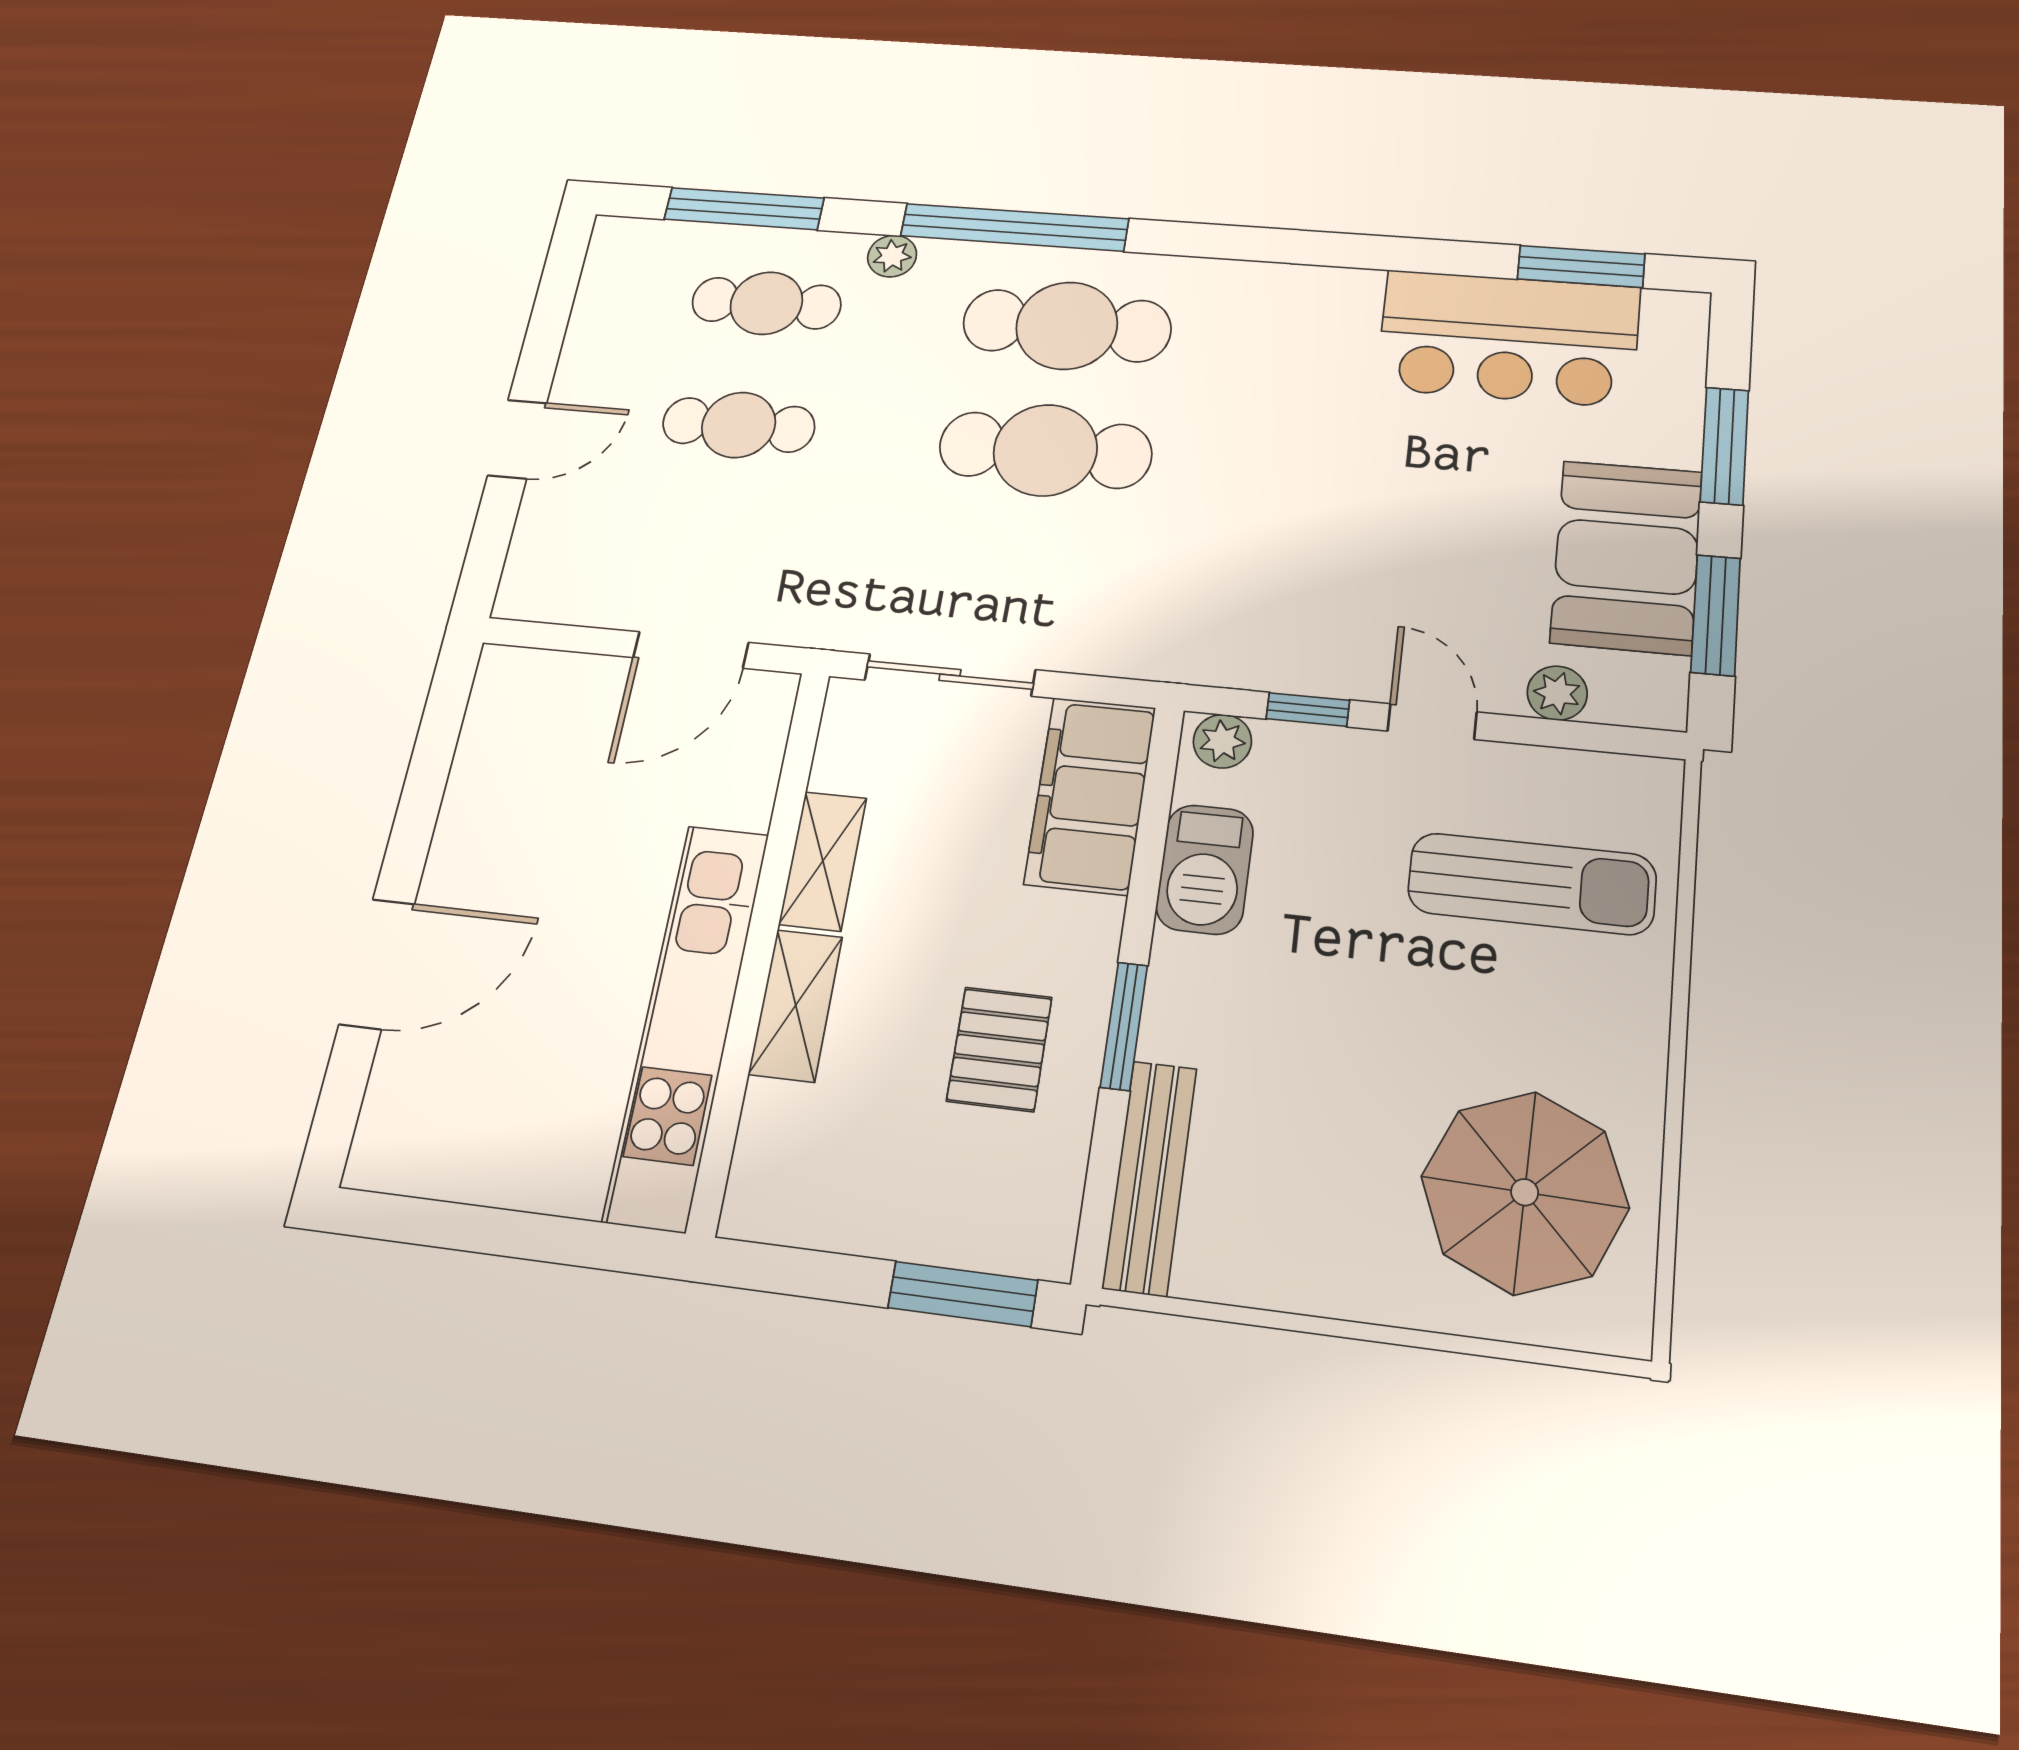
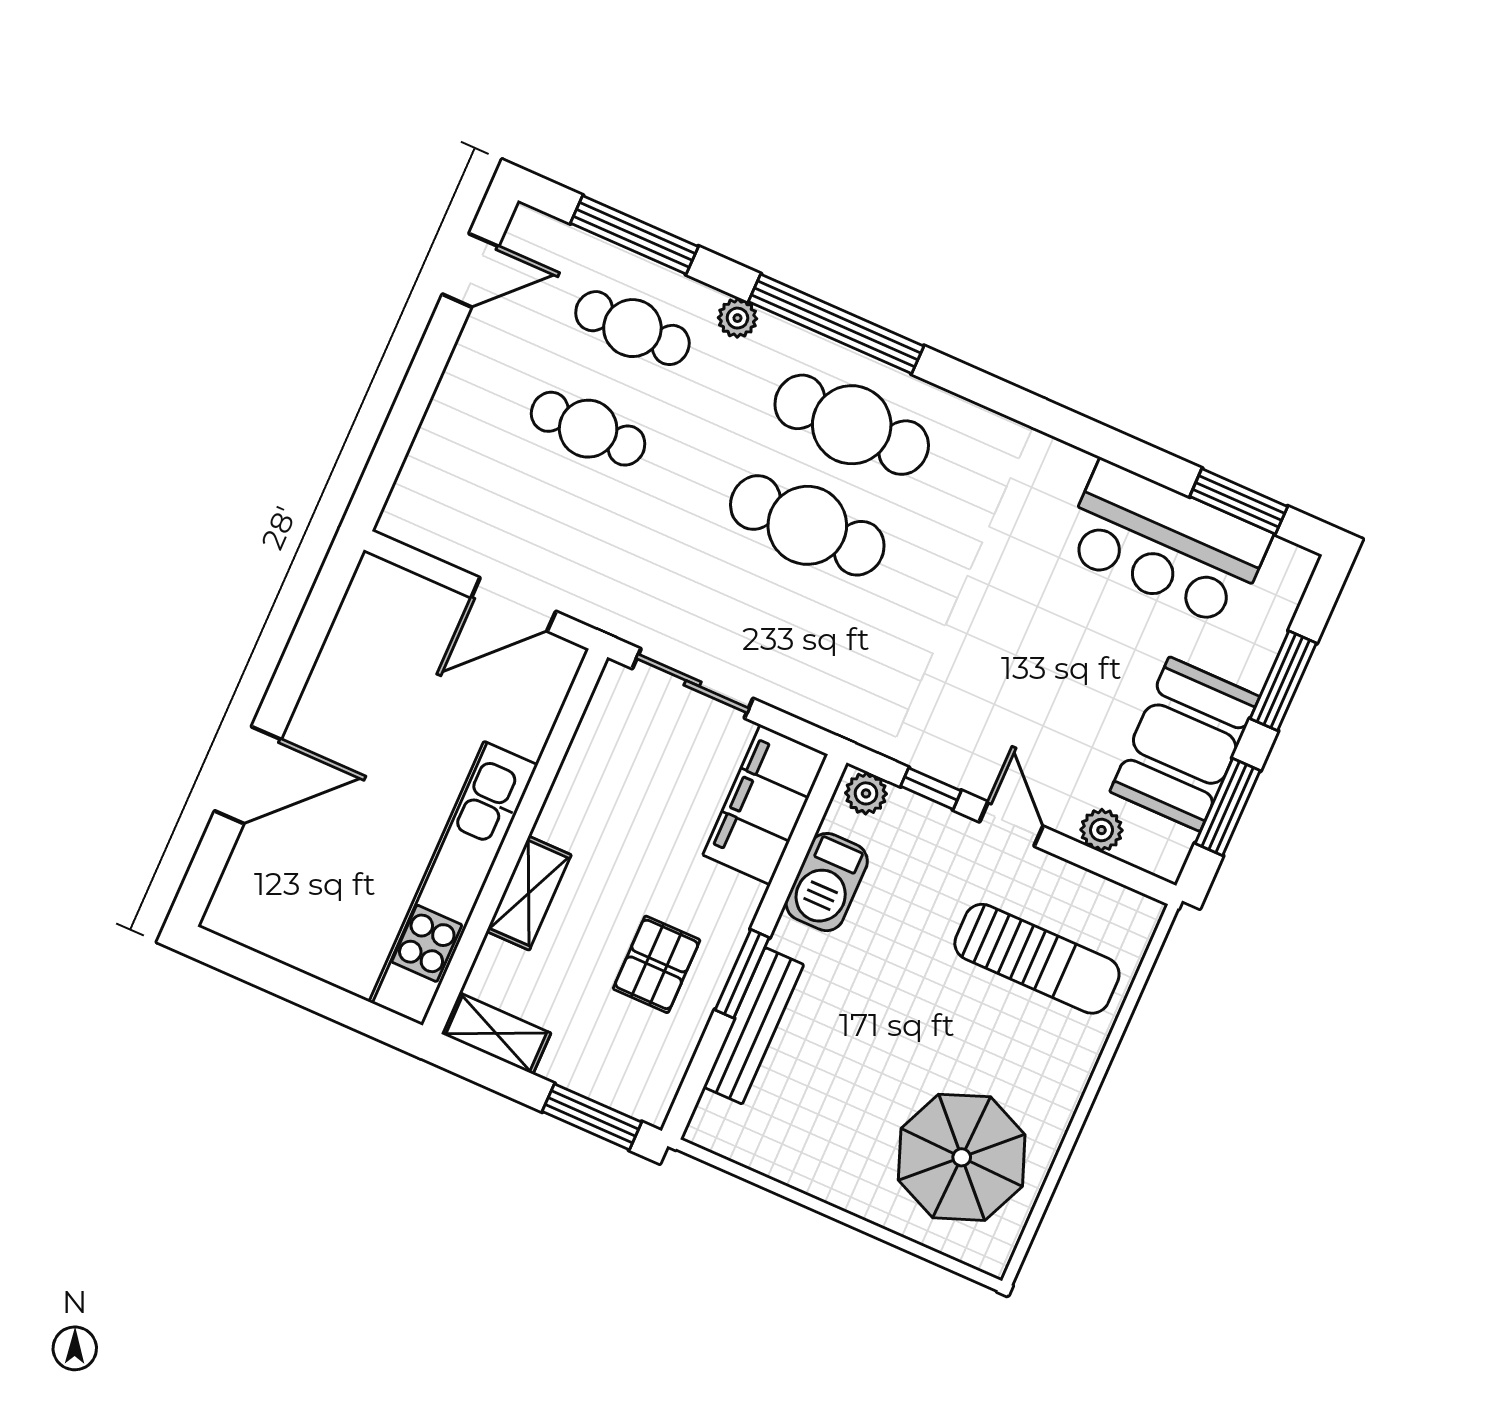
door: (517, 439) -> (470, 270), moved
shelving: (823, 861) -> (496, 1033), moved, turned 90
bench: (1150, 1177) -> (754, 1026), moved

